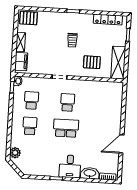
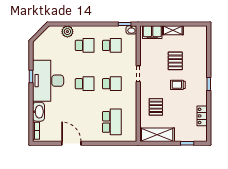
pallet: (29, 18) -> (175, 61), moved
locker: (108, 19) -> (202, 116), width x0.66
school desk: (104, 105) -> (112, 122), added
school desk: (66, 128) -> (85, 84), width x0.54
plant: (15, 153) -> (67, 32), moved
desk: (70, 166) -> (48, 81), width x1.87, depth x1.30

